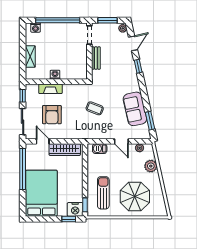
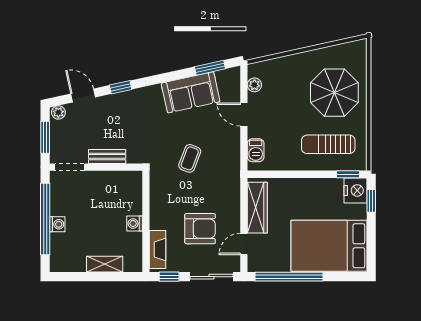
washing machine: (36, 28) -> (57, 224), moved
fireplace: (50, 89) -> (158, 250), moved
door: (121, 141) -> (244, 115), swing flipped
plant: (151, 166) -> (284, 66), removed

